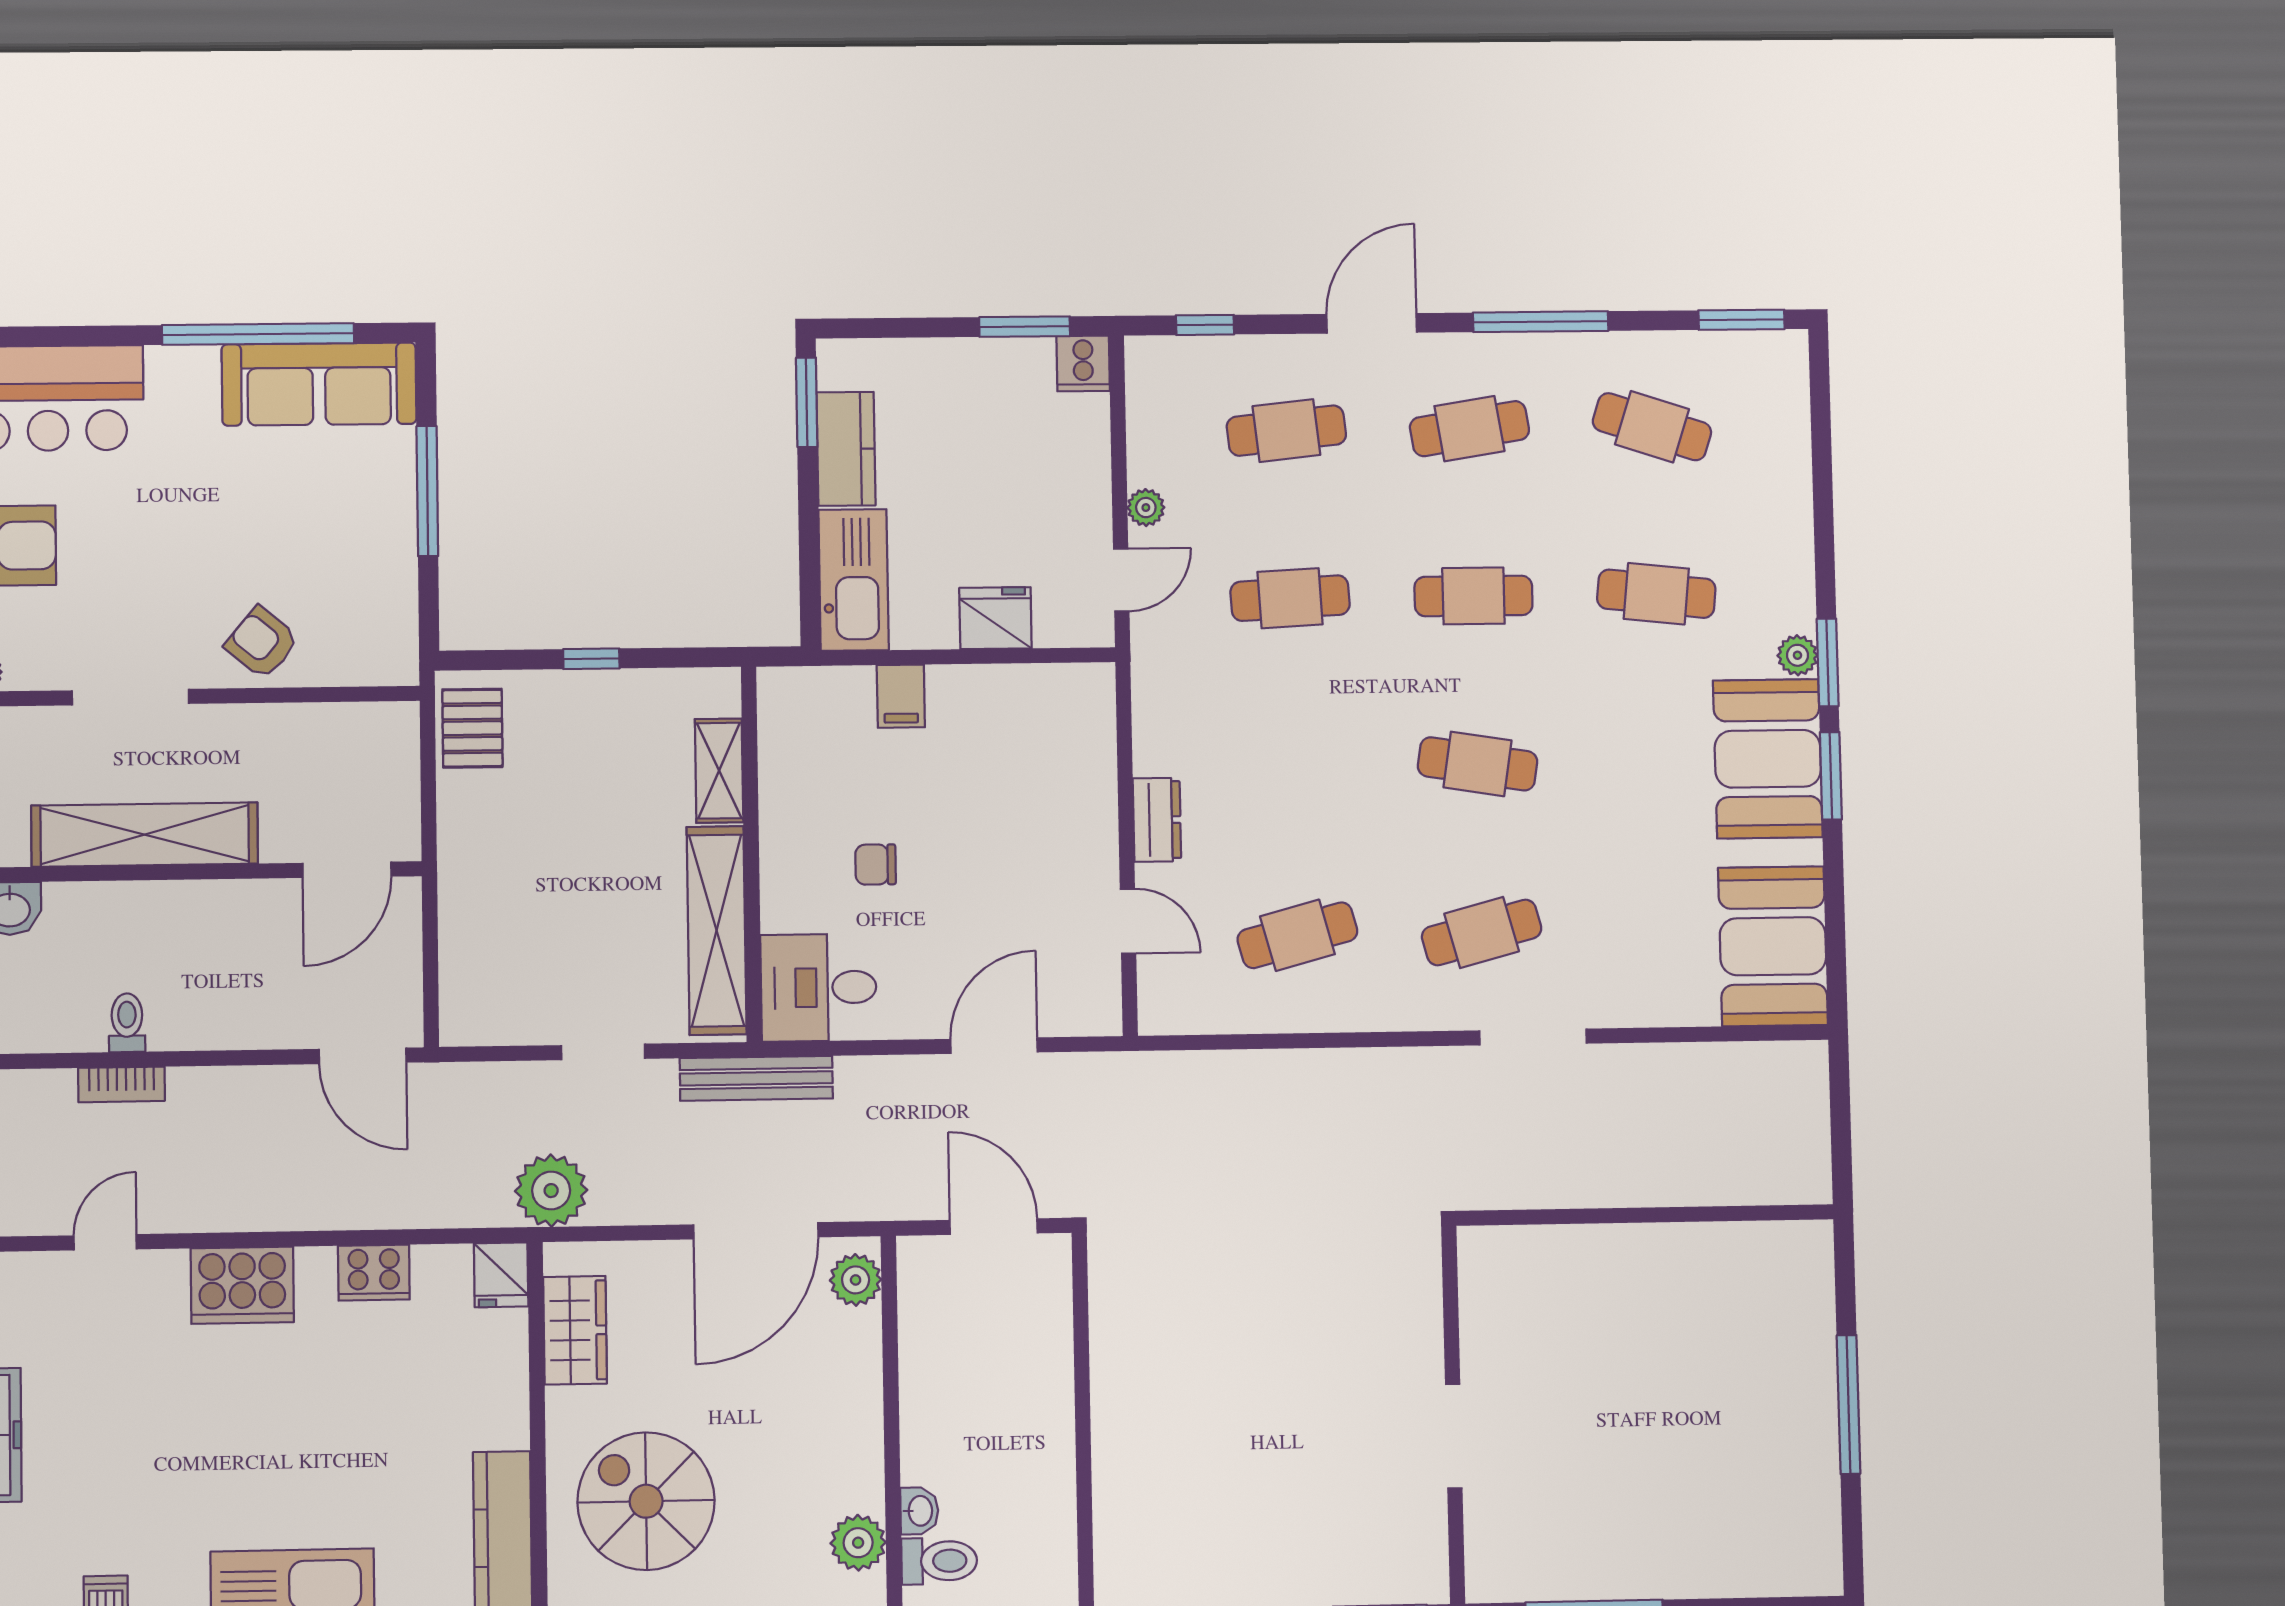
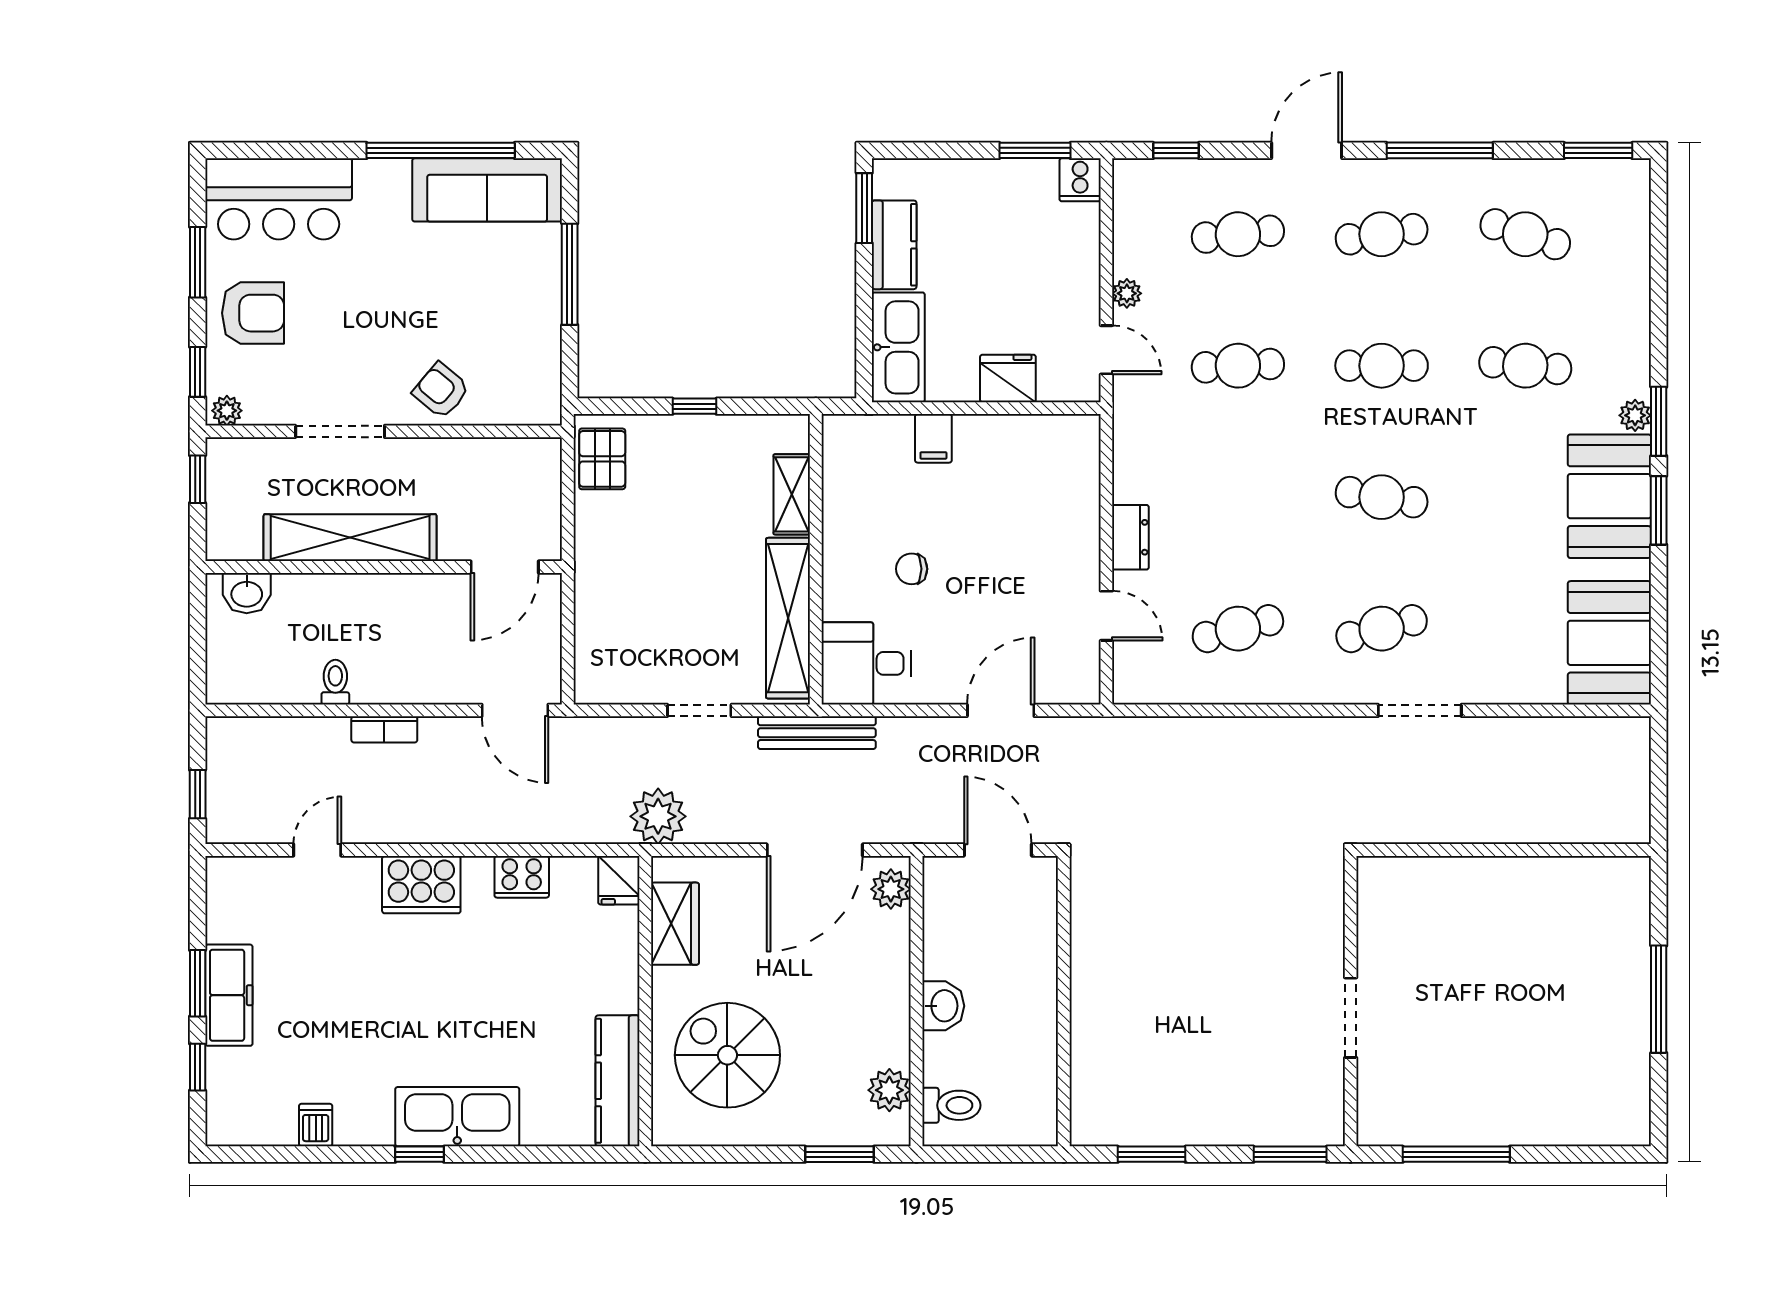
door: (1121, 580) -> (1106, 350), hinge flipped
bookcase: (122, 1084) -> (384, 729), moved
washbasin: (919, 1511) -> (943, 1006), moved, width x1.38, depth x1.45

